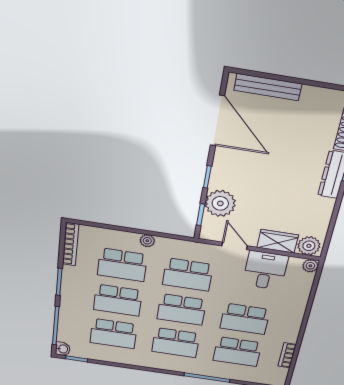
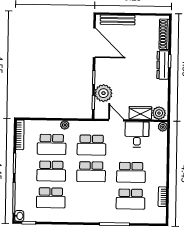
school desk: (176, 343) -> (91, 198), removed

